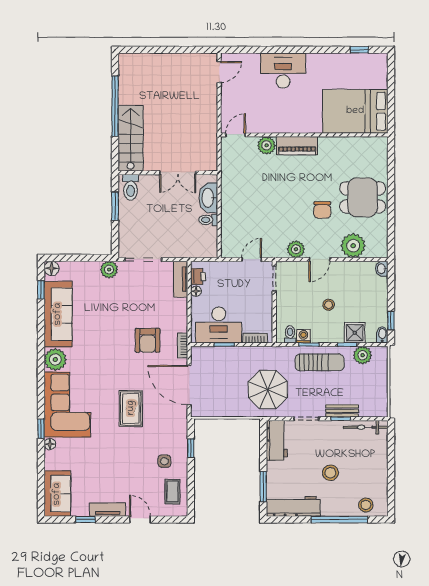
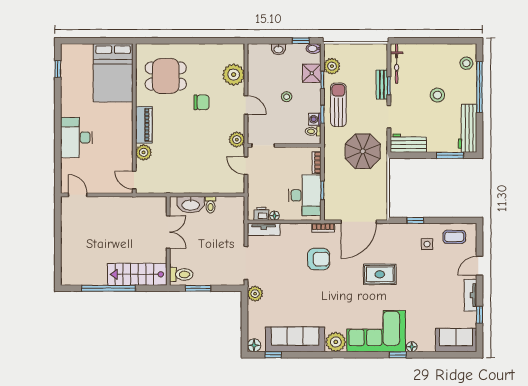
dining table: (363, 197) -> (166, 76), moved, turned 90
plant: (296, 249) -> (237, 140), moved
washbasin: (382, 269) -> (278, 49), moved

